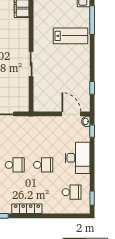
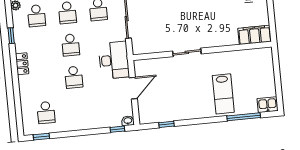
door: (71, 114) -> (133, 88), moved
desk: (78, 158) -> (114, 60), moved, turned -90
locker: (27, 209) -> (22, 64), width x0.66

